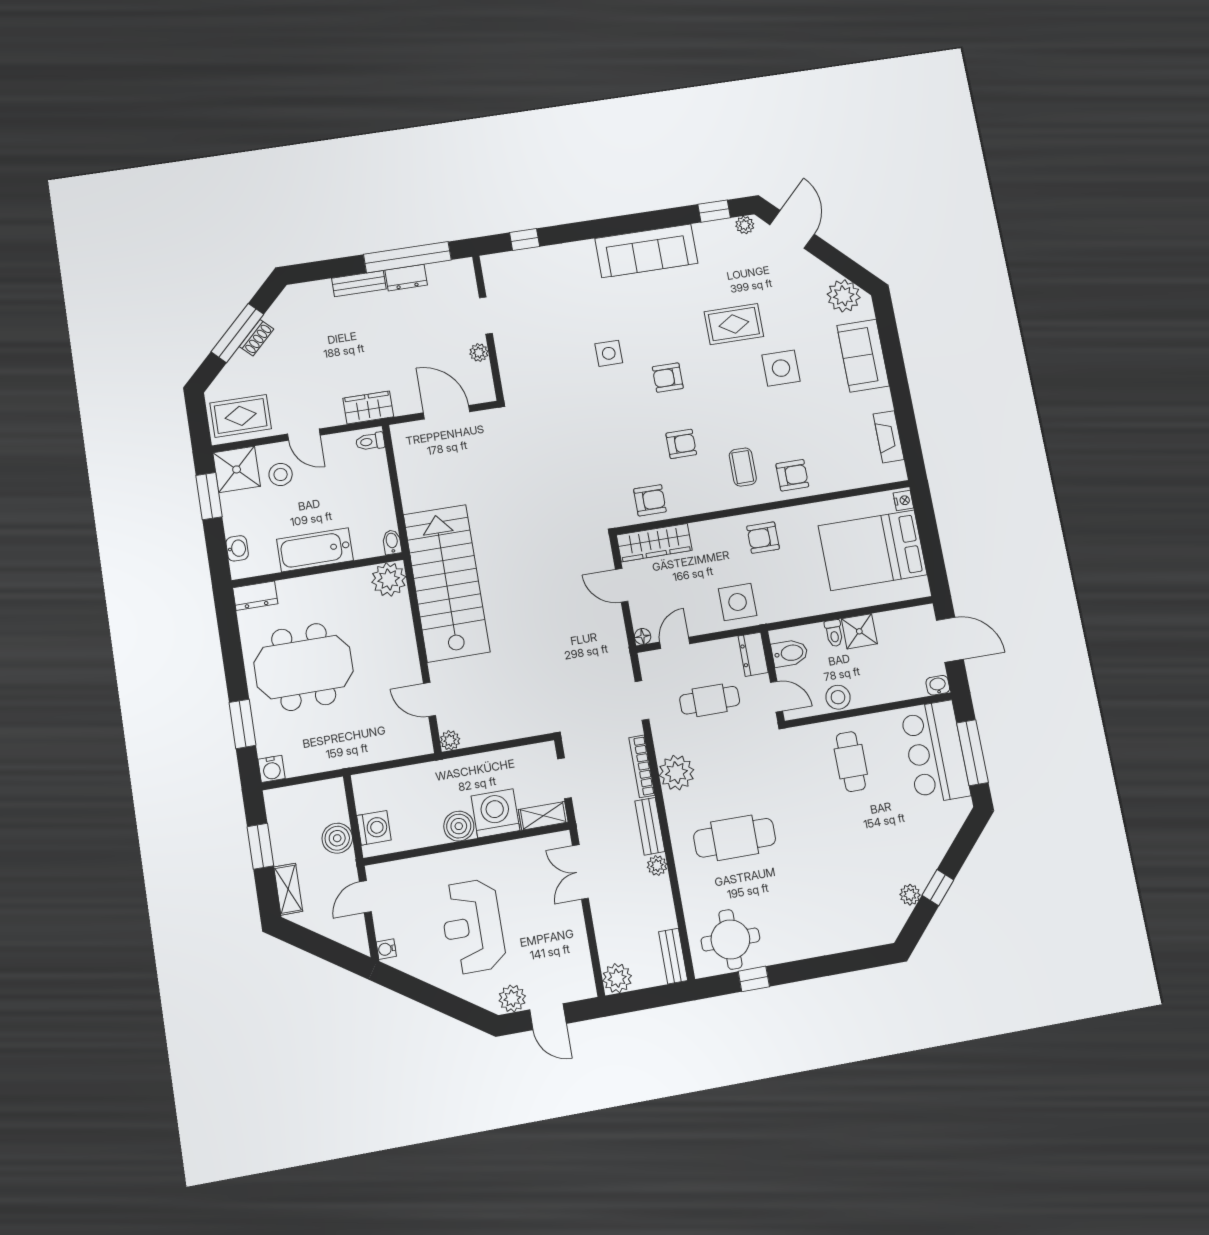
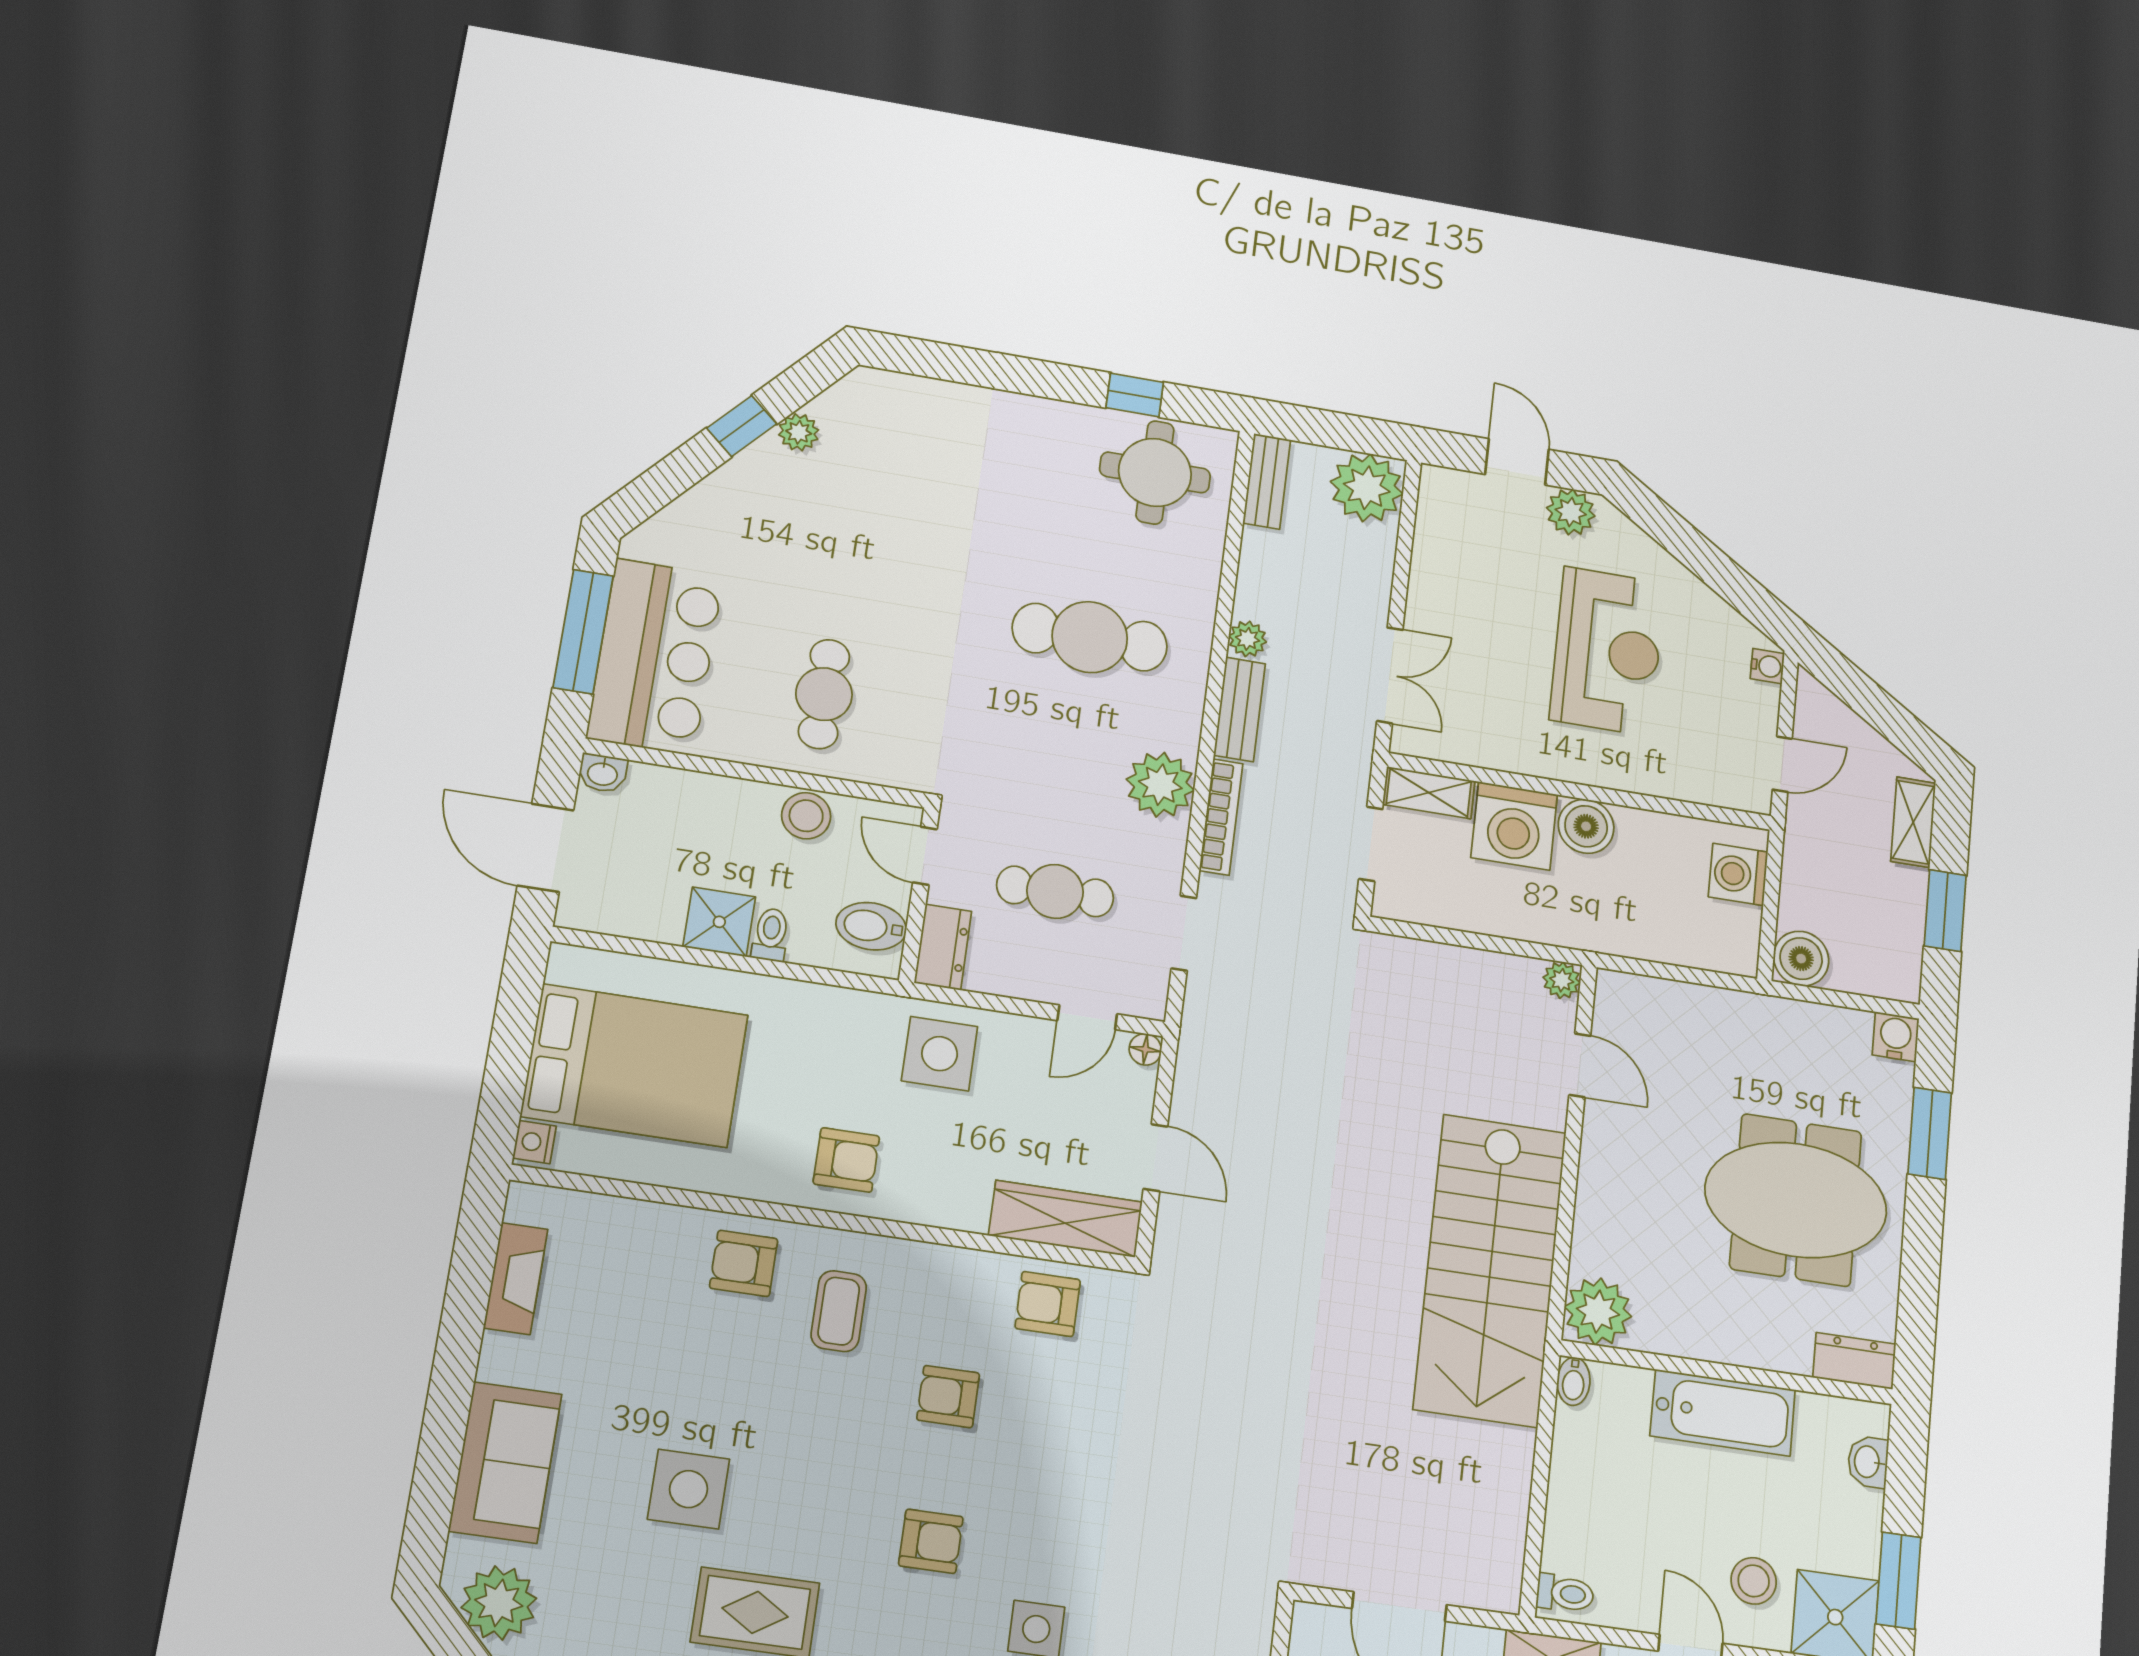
boiler: (337, 838) -> (1801, 959), moved
plant: (617, 978) -> (1367, 488), width x1.36, depth x1.36

